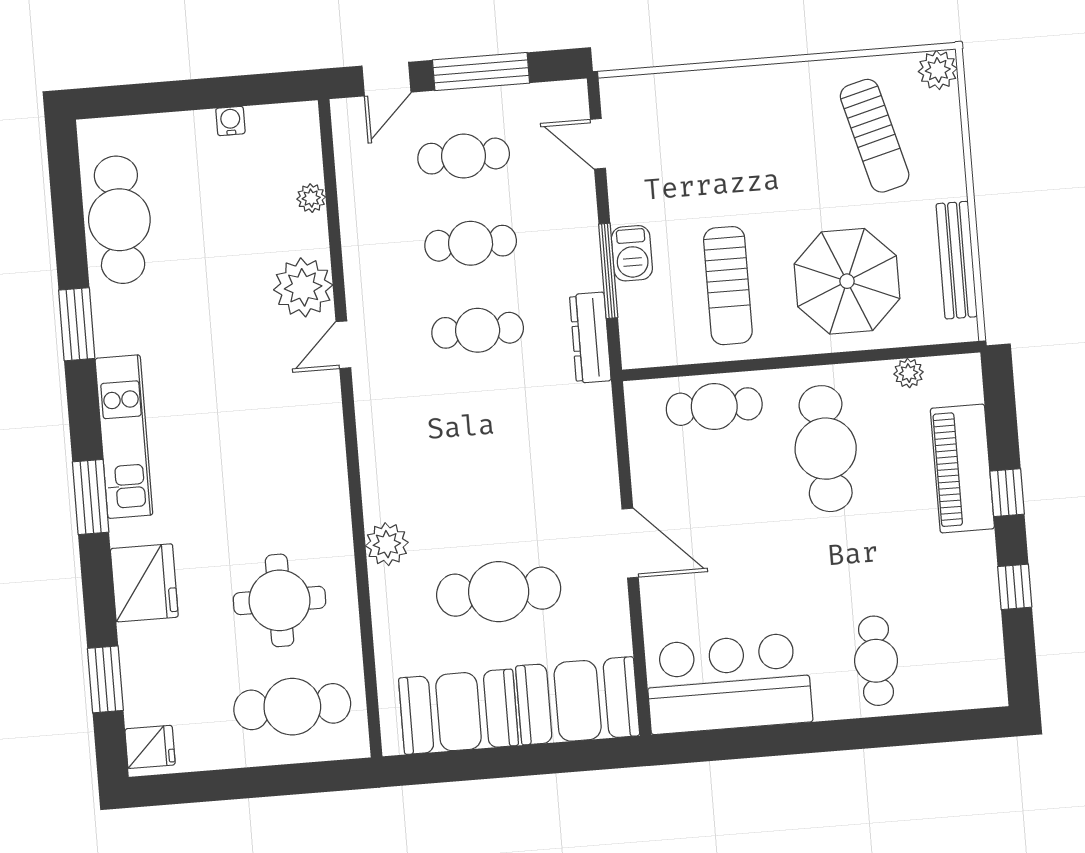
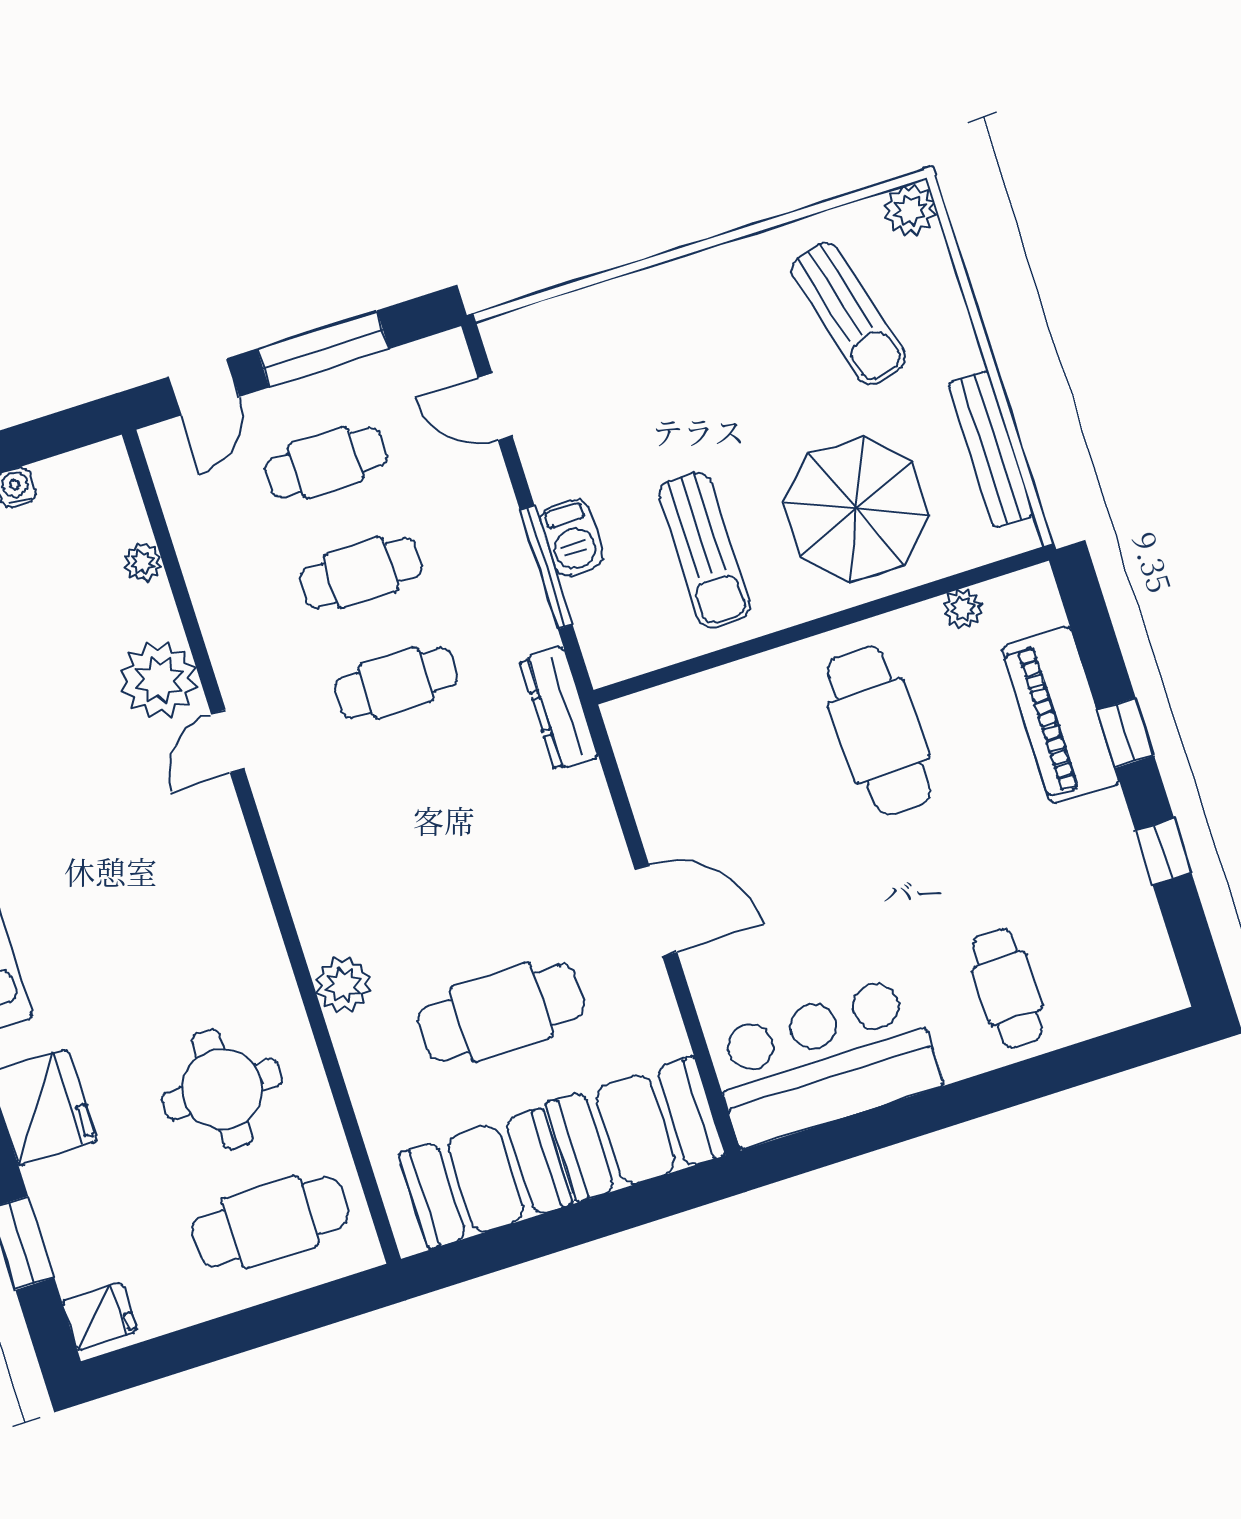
dresser: (590, 338) -> (559, 708), moved
cafe table: (714, 407) -> (723, 710), removed

